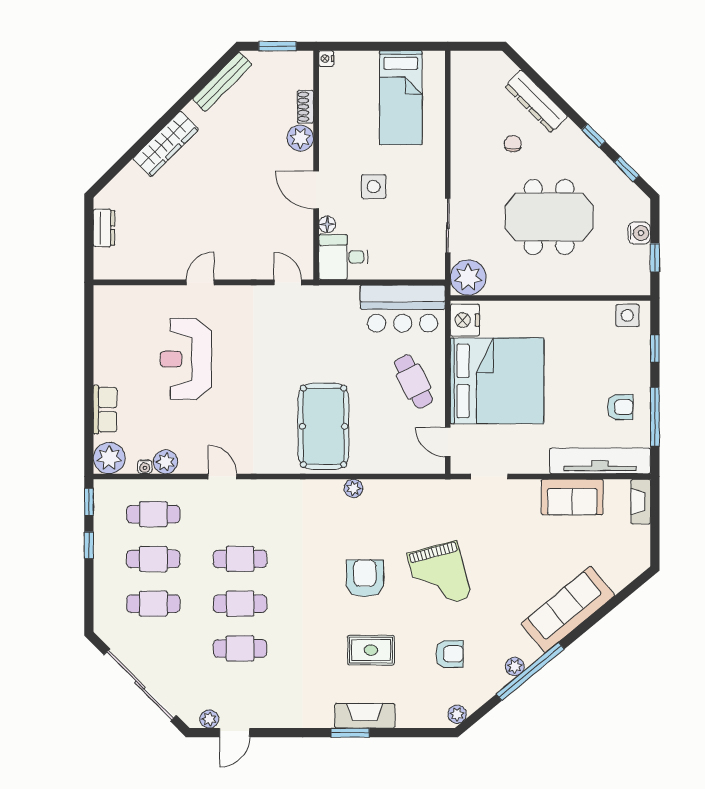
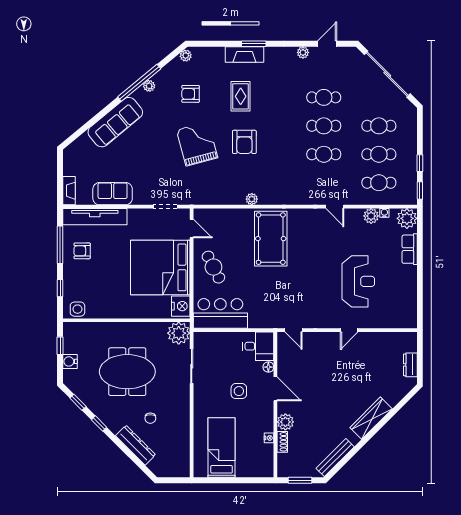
nightstand: (326, 59) -> (269, 438), moved
rug: (371, 650) -> (241, 96), turned 90
plant: (209, 719) -> (303, 52), moved

